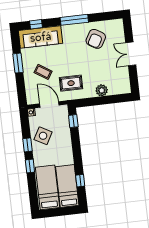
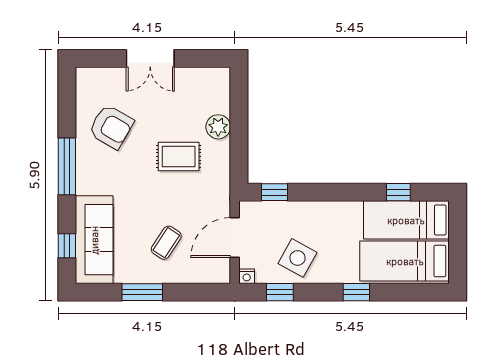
rug: (71, 83) -> (179, 157), moved, turned 90
window: (27, 145) -> (280, 292), moved

